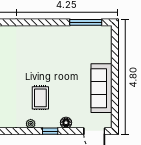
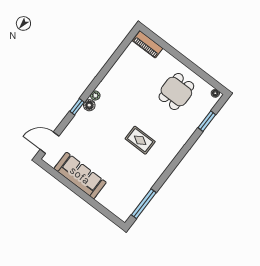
rug: (40, 98) -> (140, 140), moved
floor lamp: (66, 123) -> (89, 105), moved

